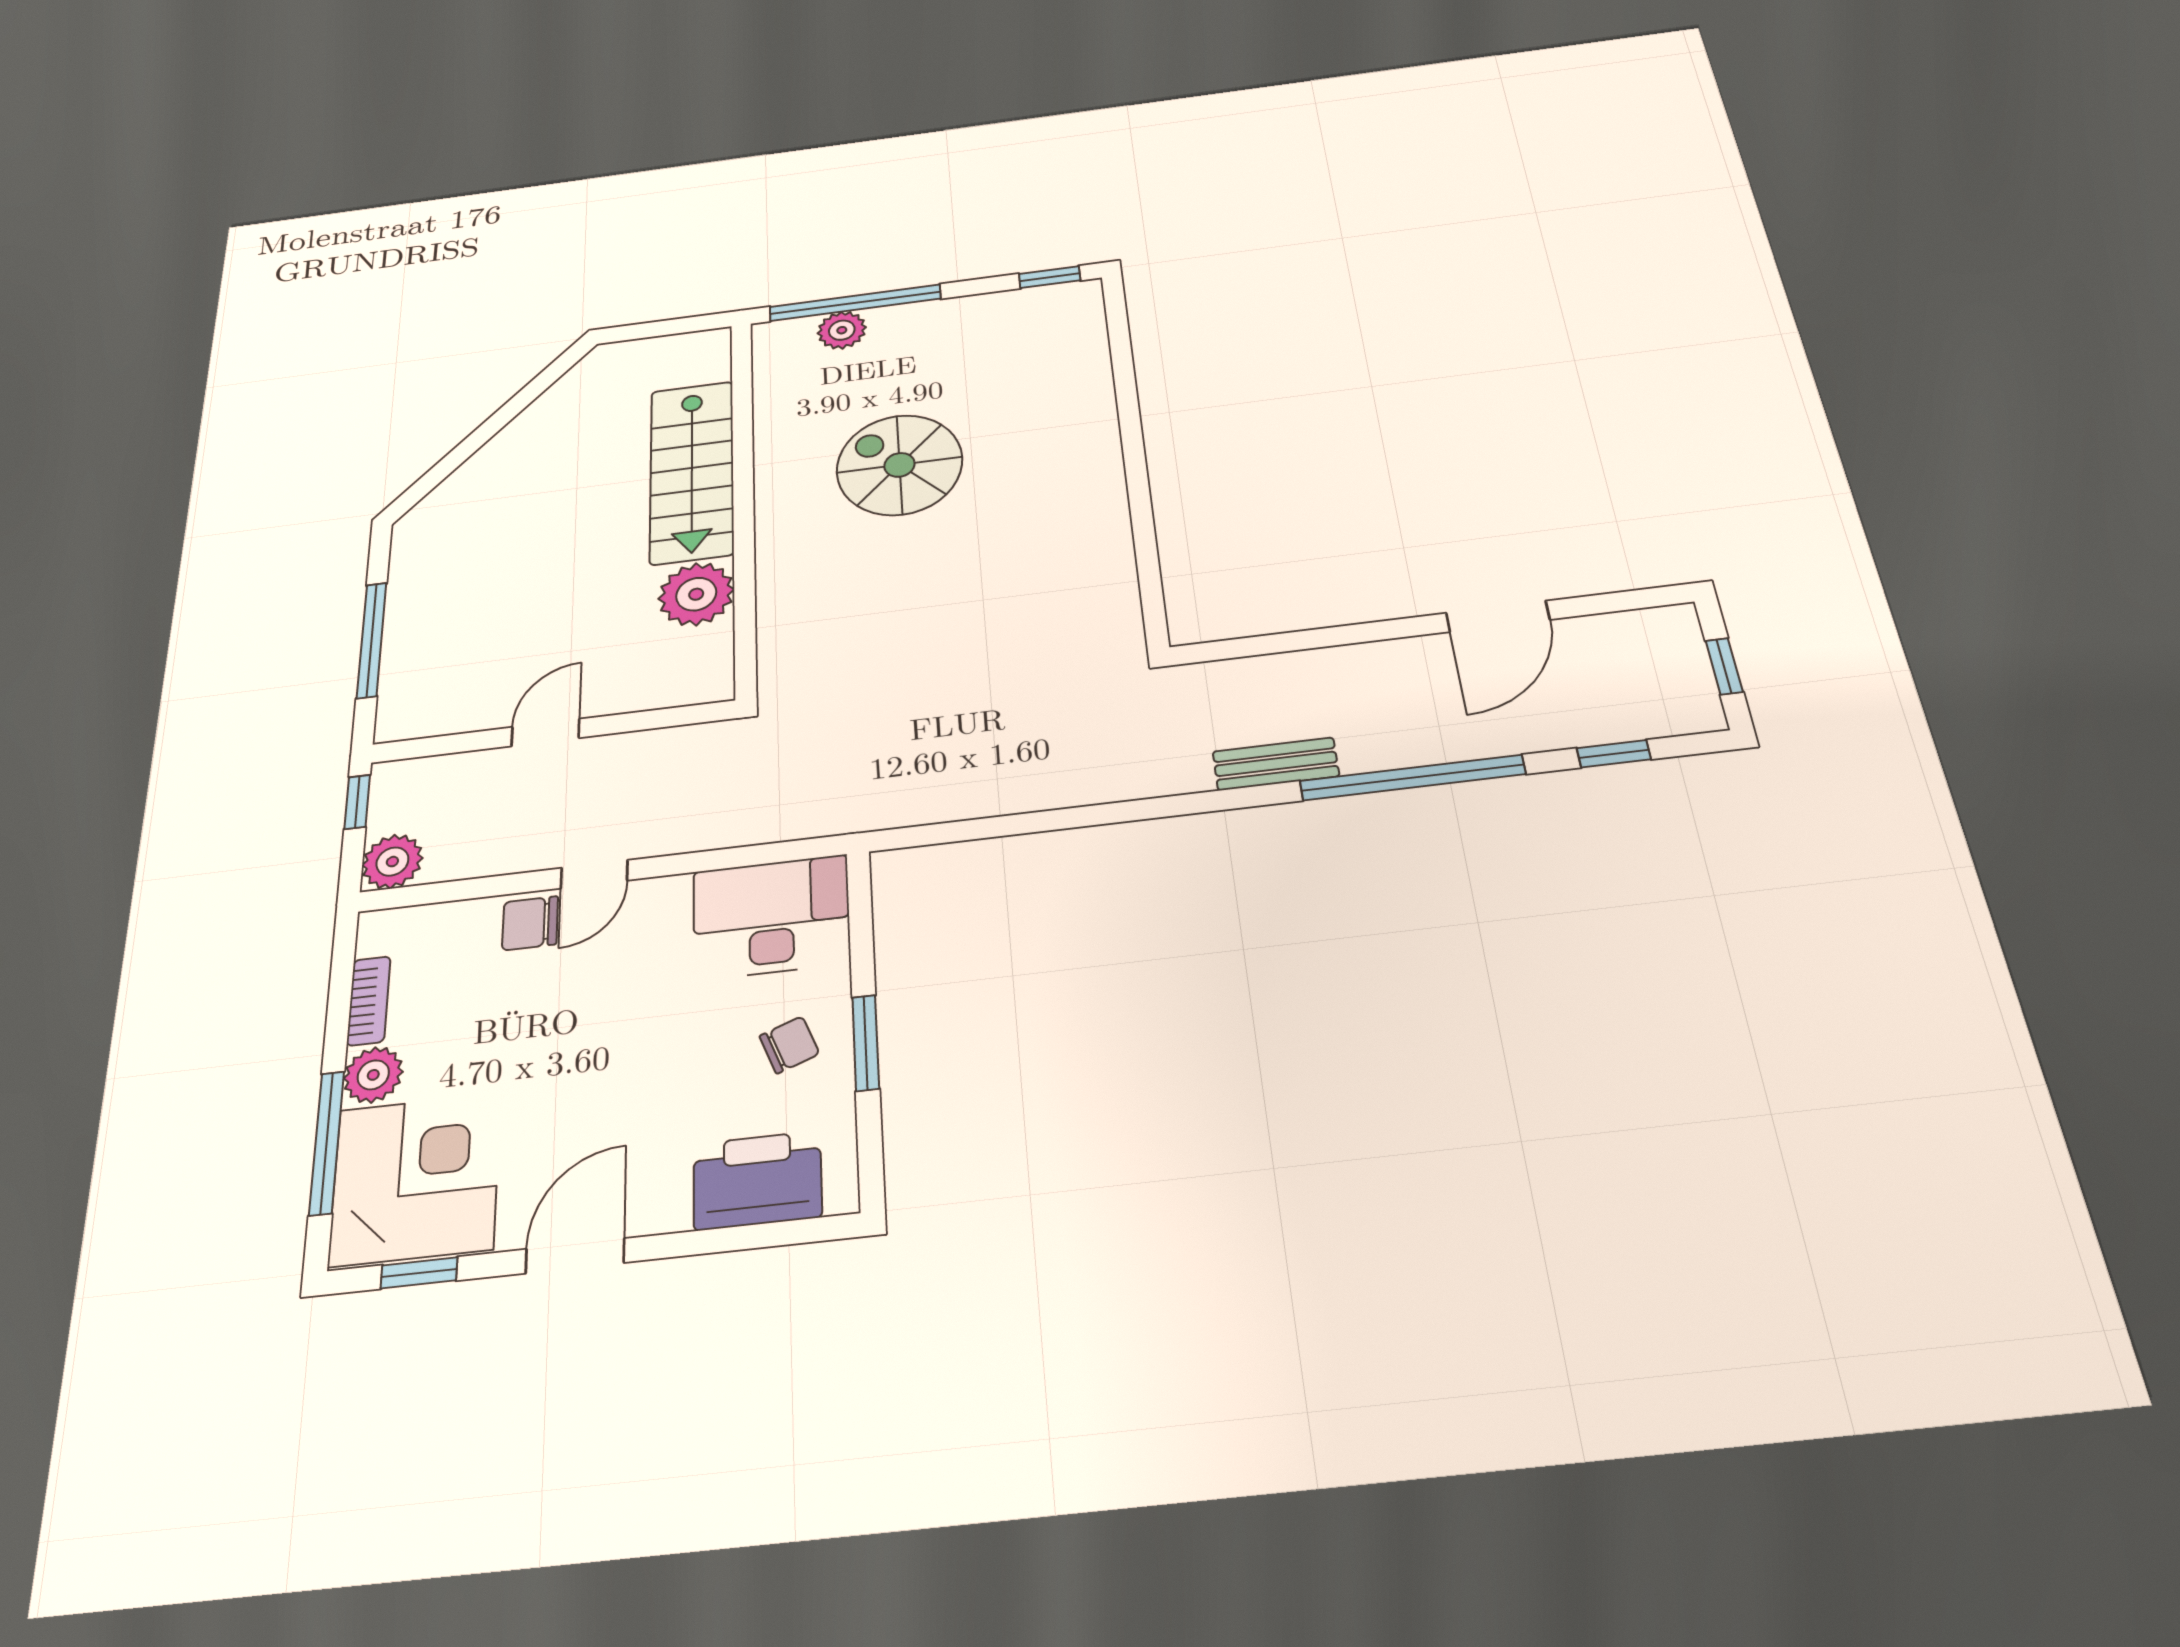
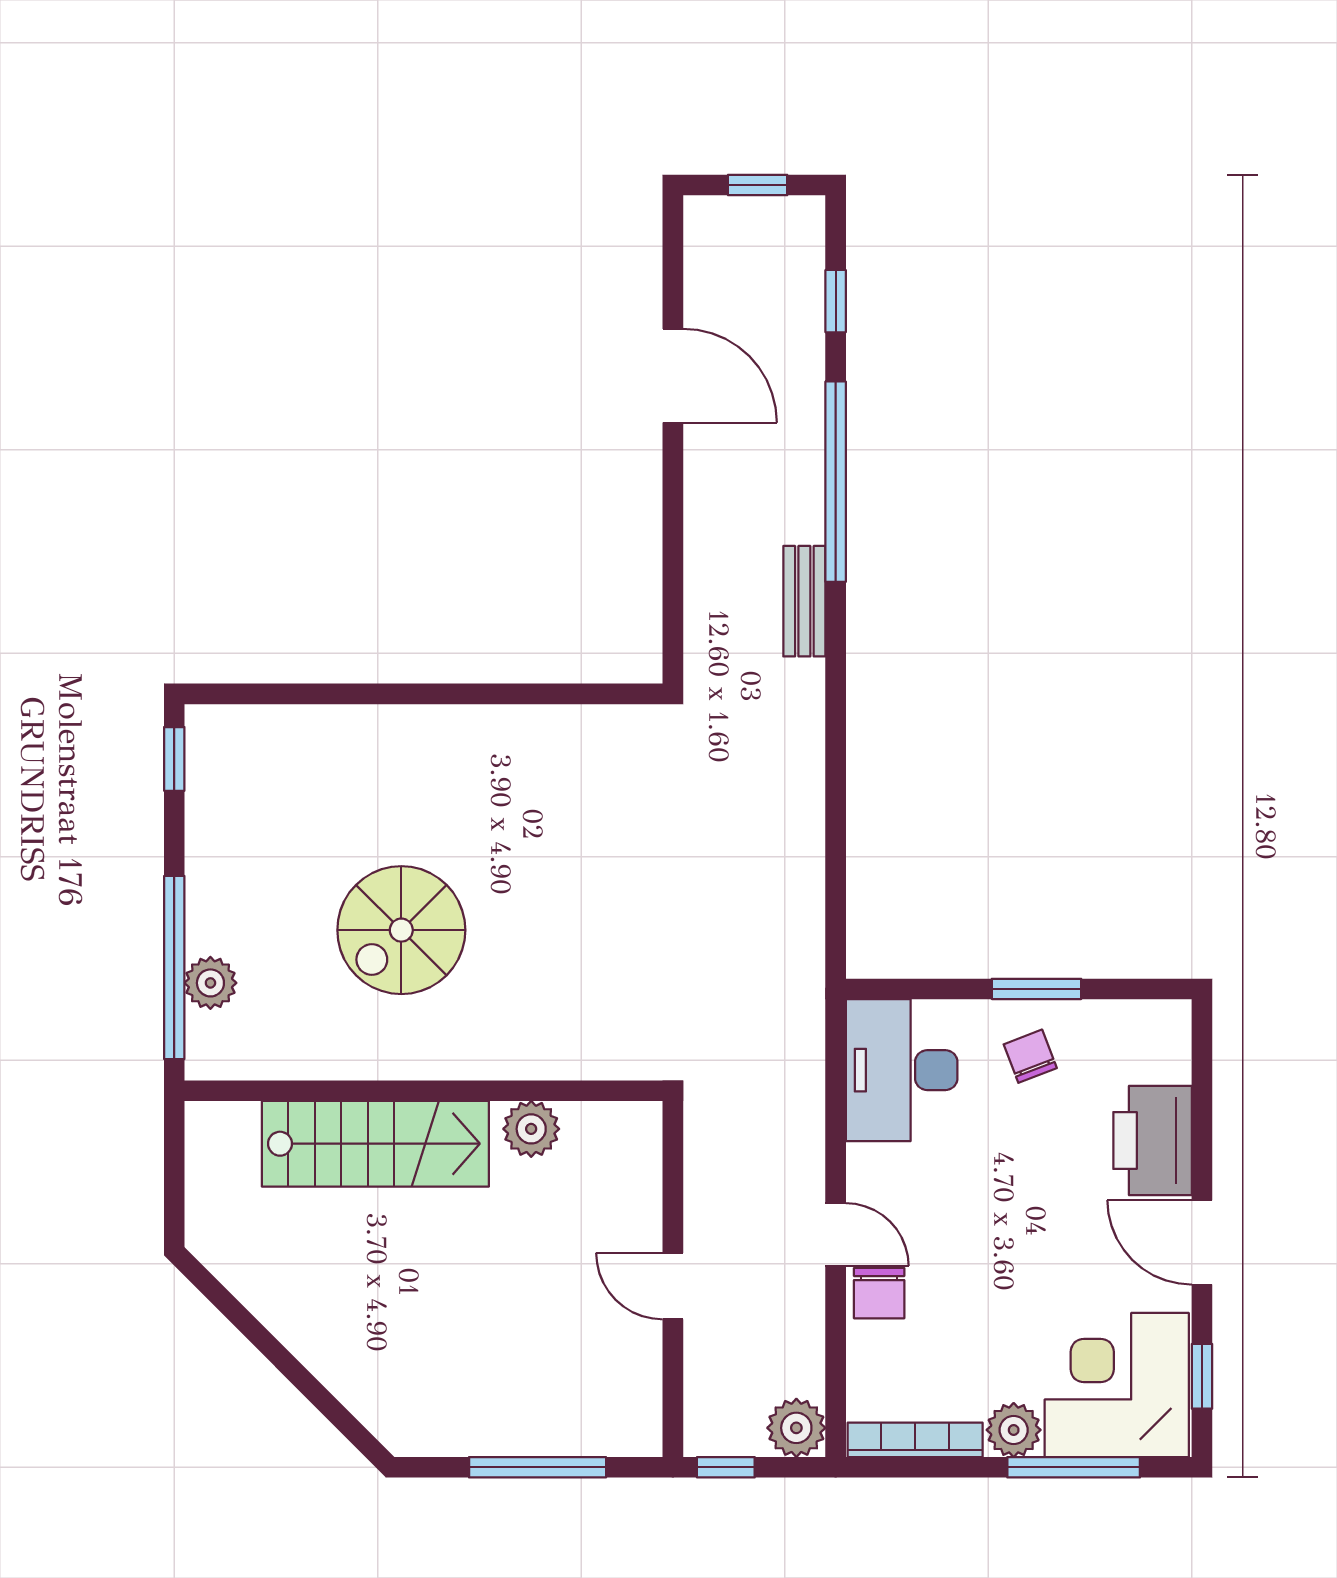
plant: (696, 594) -> (531, 1129), width x0.73, depth x0.73
bookcase: (369, 1001) -> (915, 1440), width x1.56
printer: (757, 1180) -> (1153, 1141), moved

